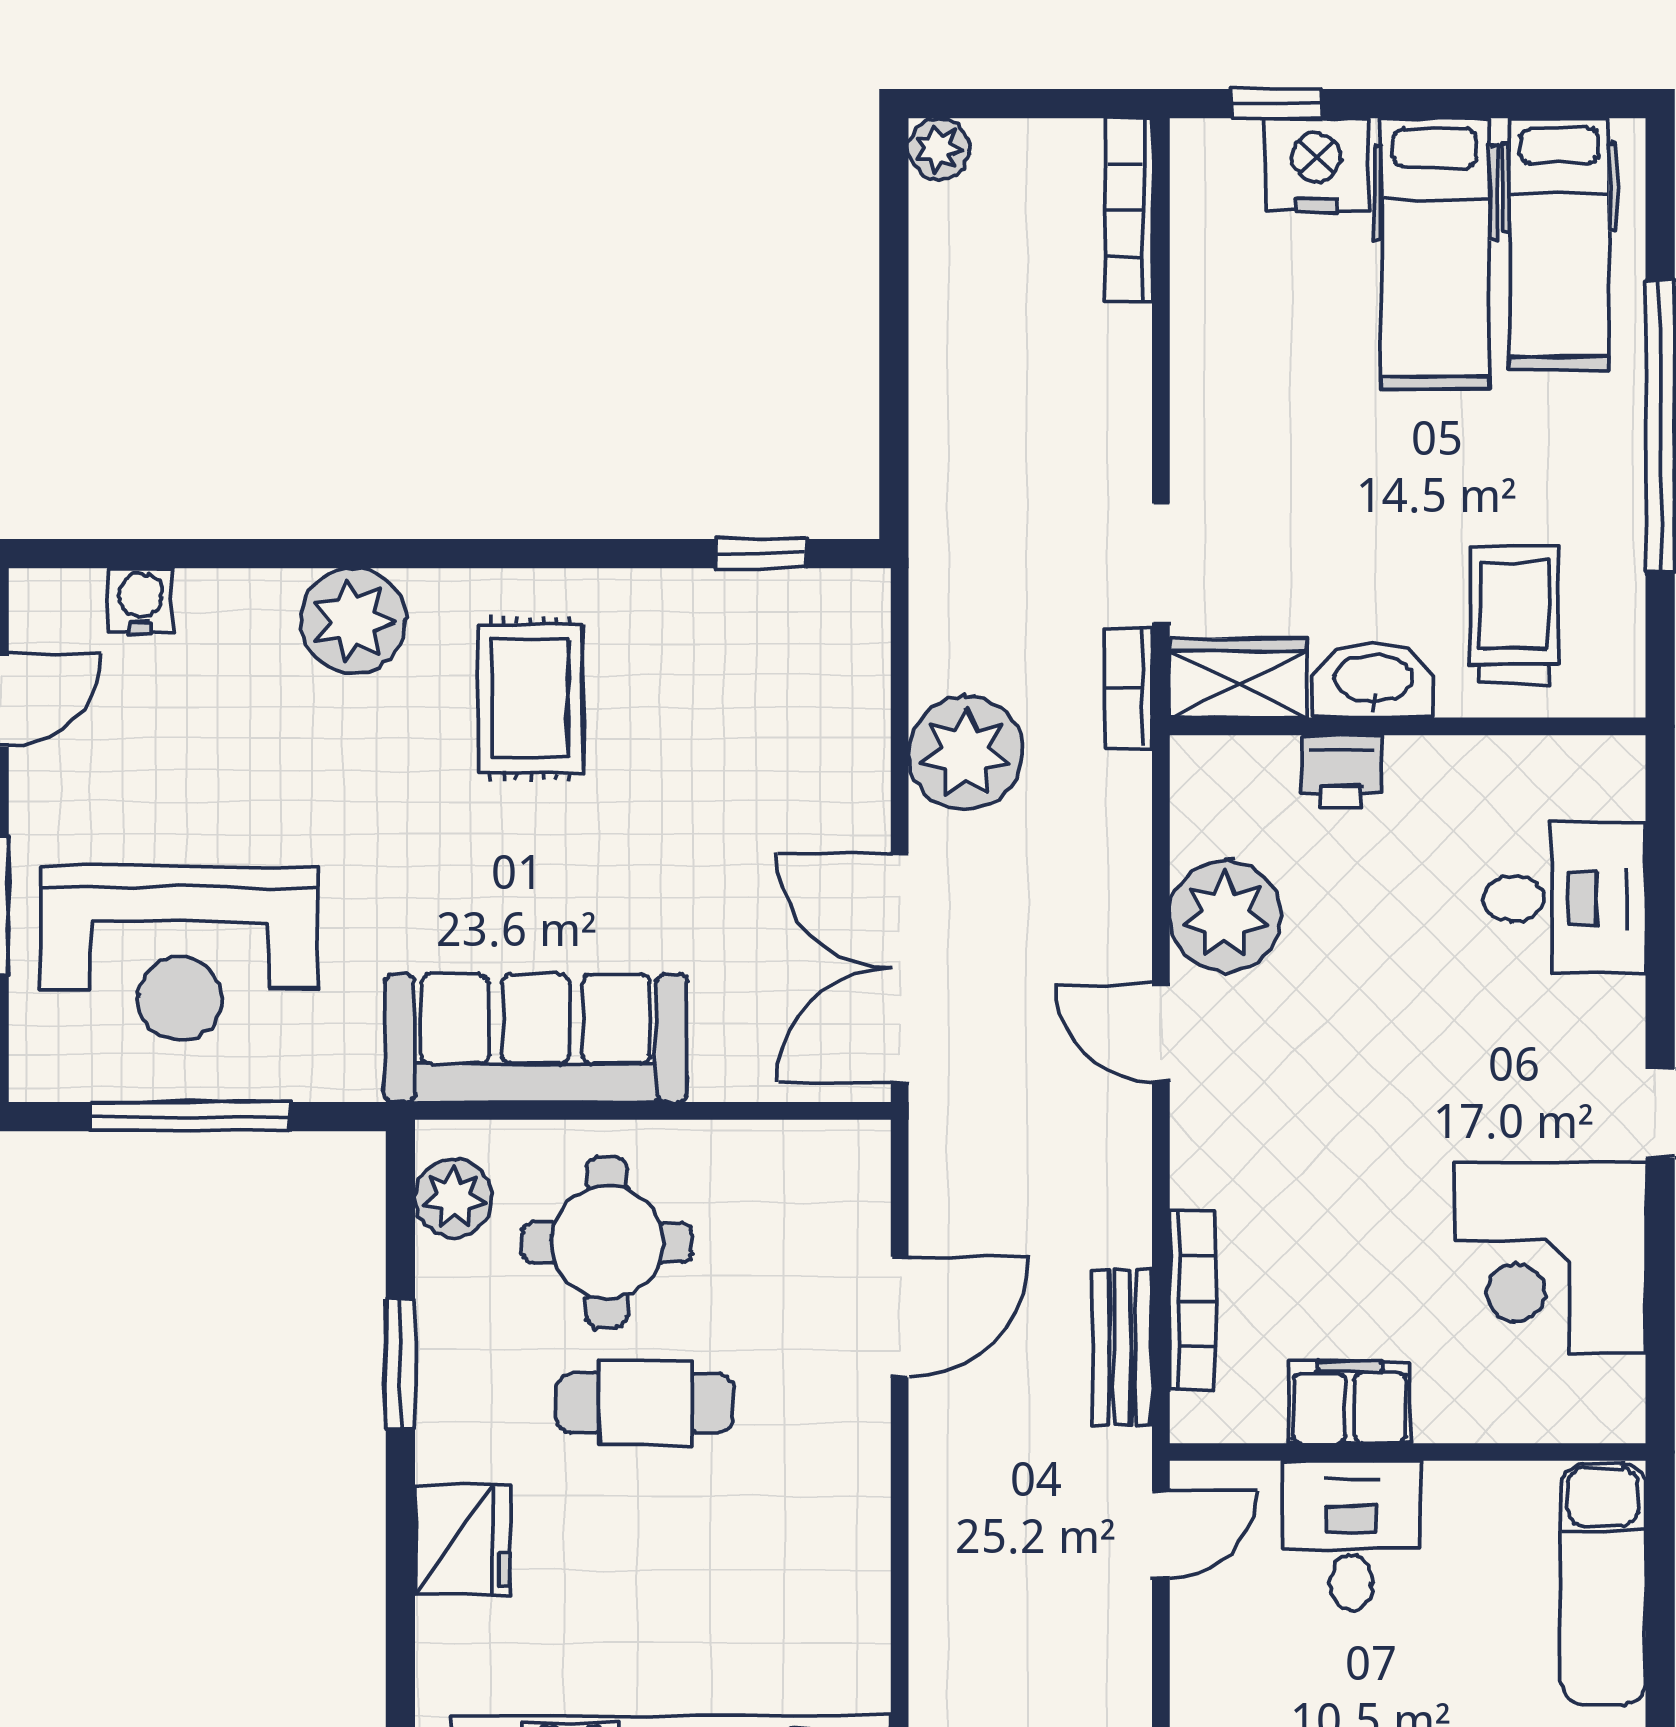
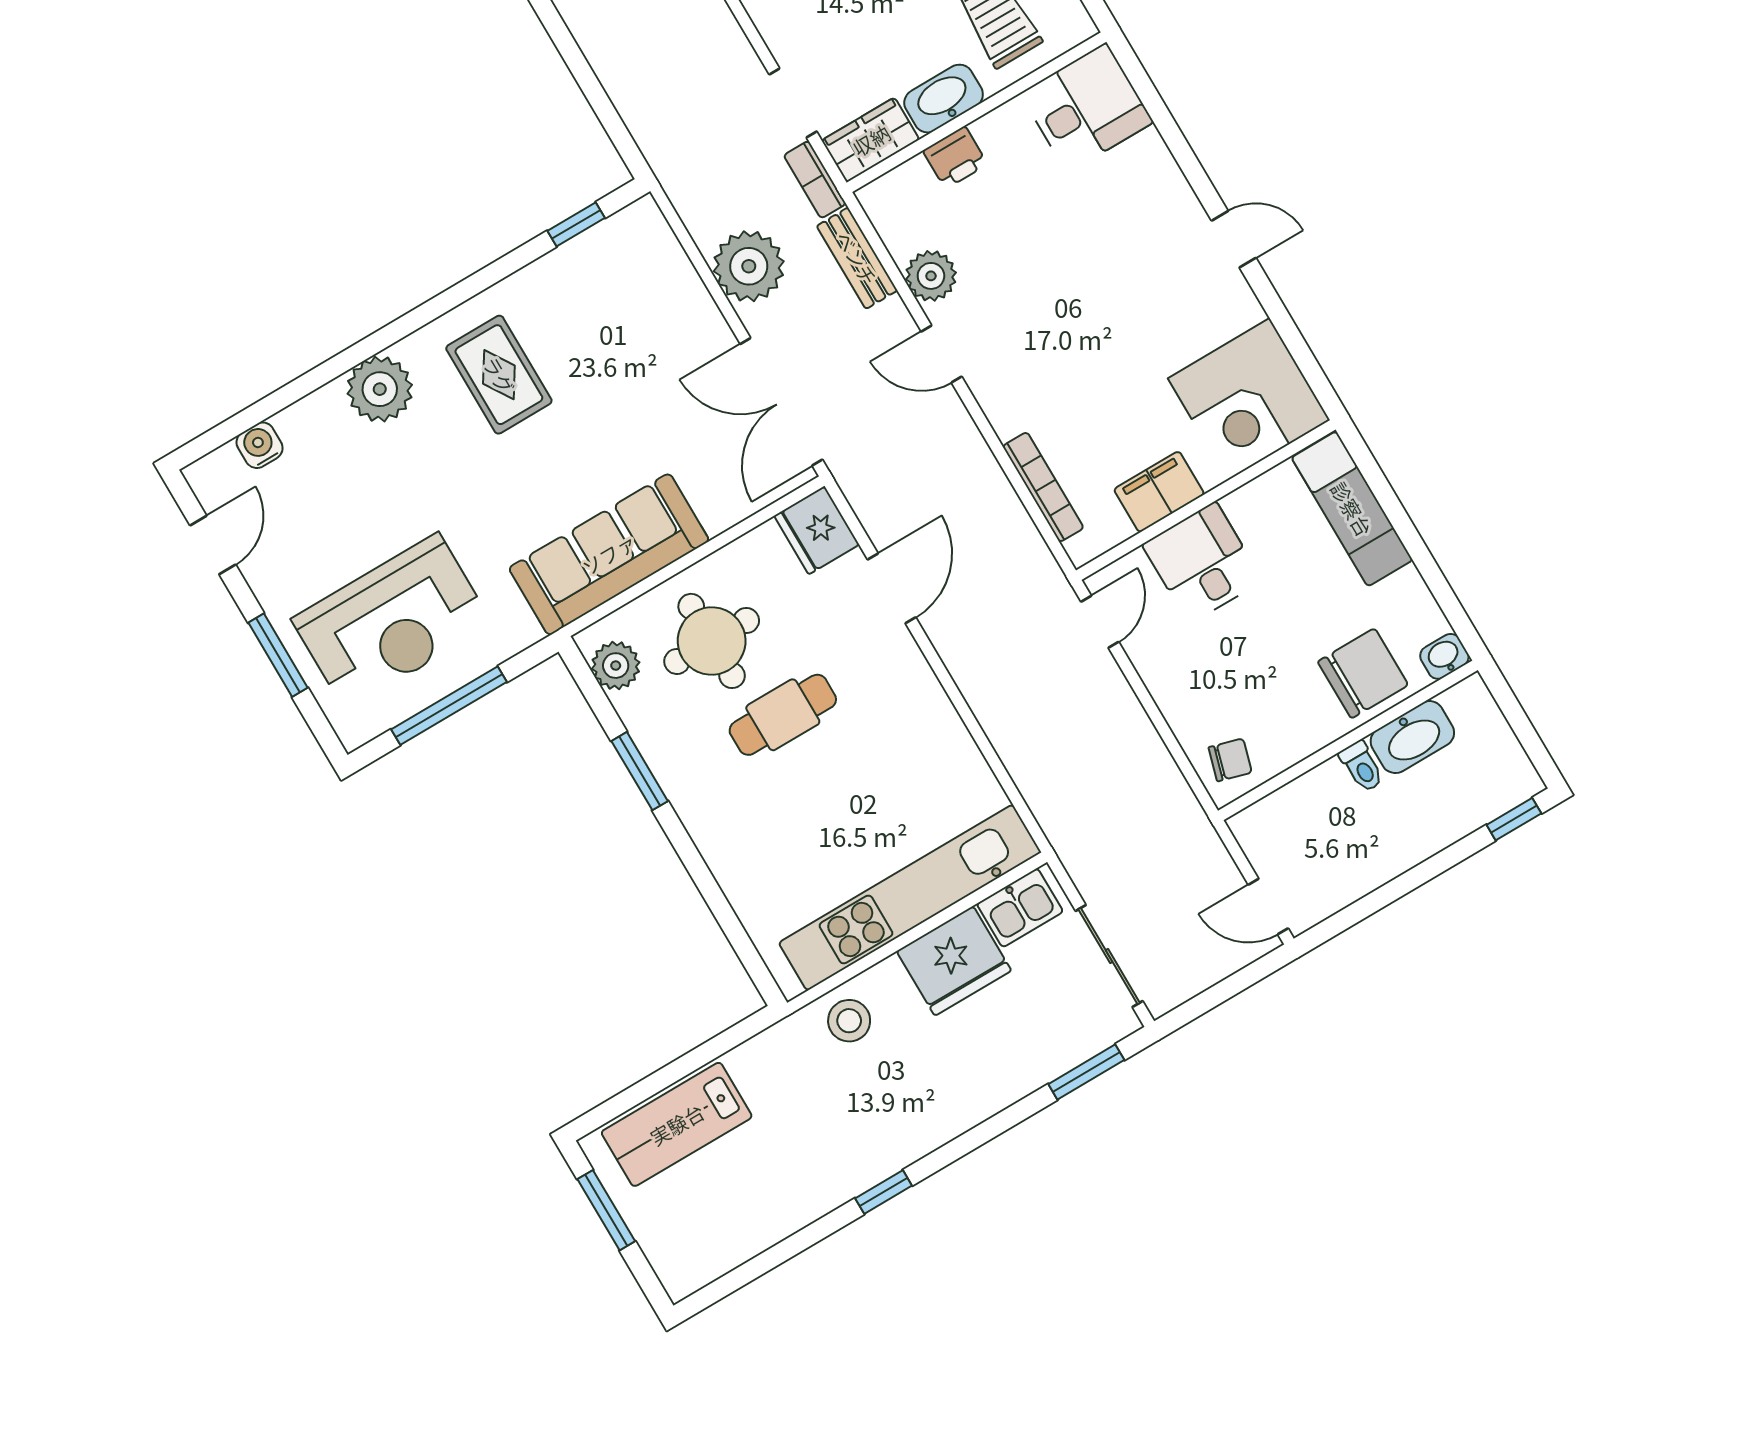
desk: (1564, 899) -> (1087, 108), moved
plant: (1225, 916) -> (931, 276), width x0.73, depth x0.73
corner desk: (1550, 1258) -> (1249, 399), moved
bench: (1122, 1348) -> (857, 258), moved
fridge: (462, 1541) -> (817, 530), moved, turned 180

